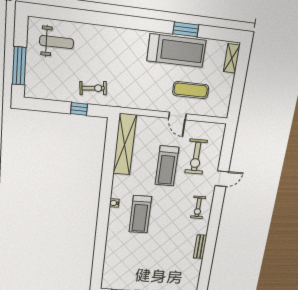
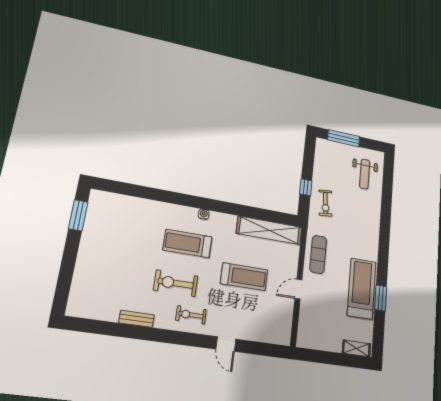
treadmill: (176, 51) -> (362, 288), turned 180
exercise mat: (191, 90) -> (318, 254), moved
exercise bike: (196, 157) -> (176, 283), moved
treadmill: (167, 166) -> (244, 277), turned 180

